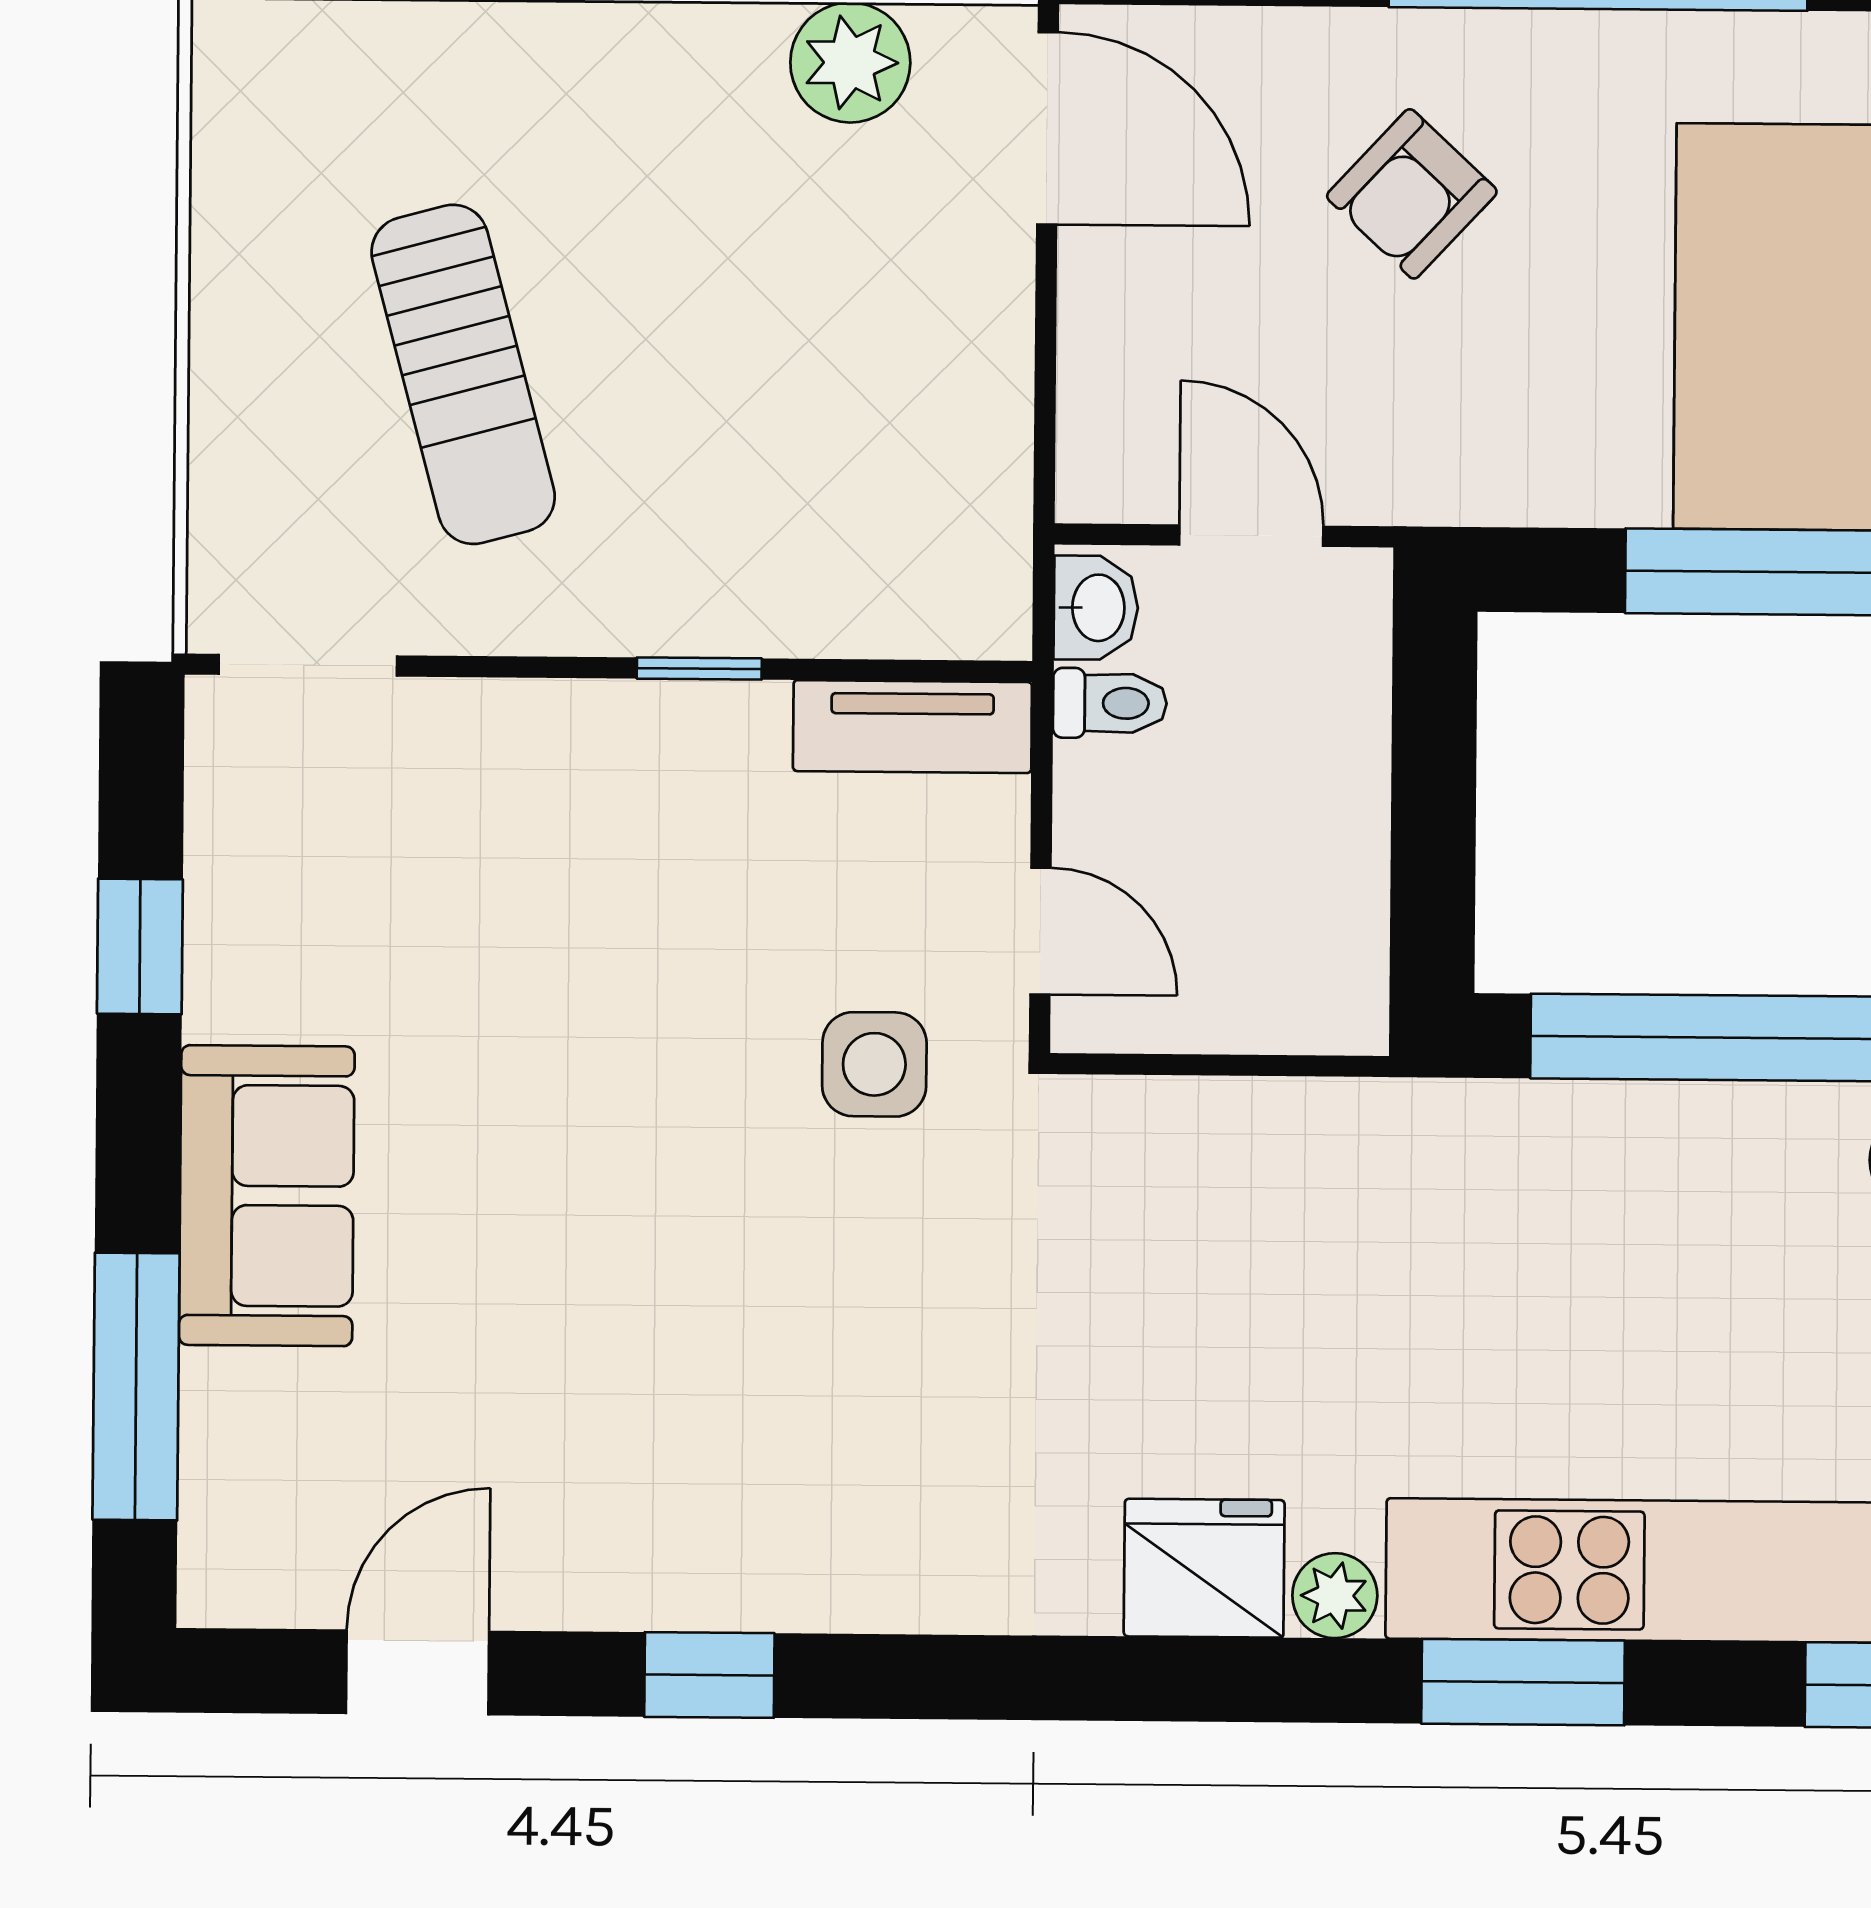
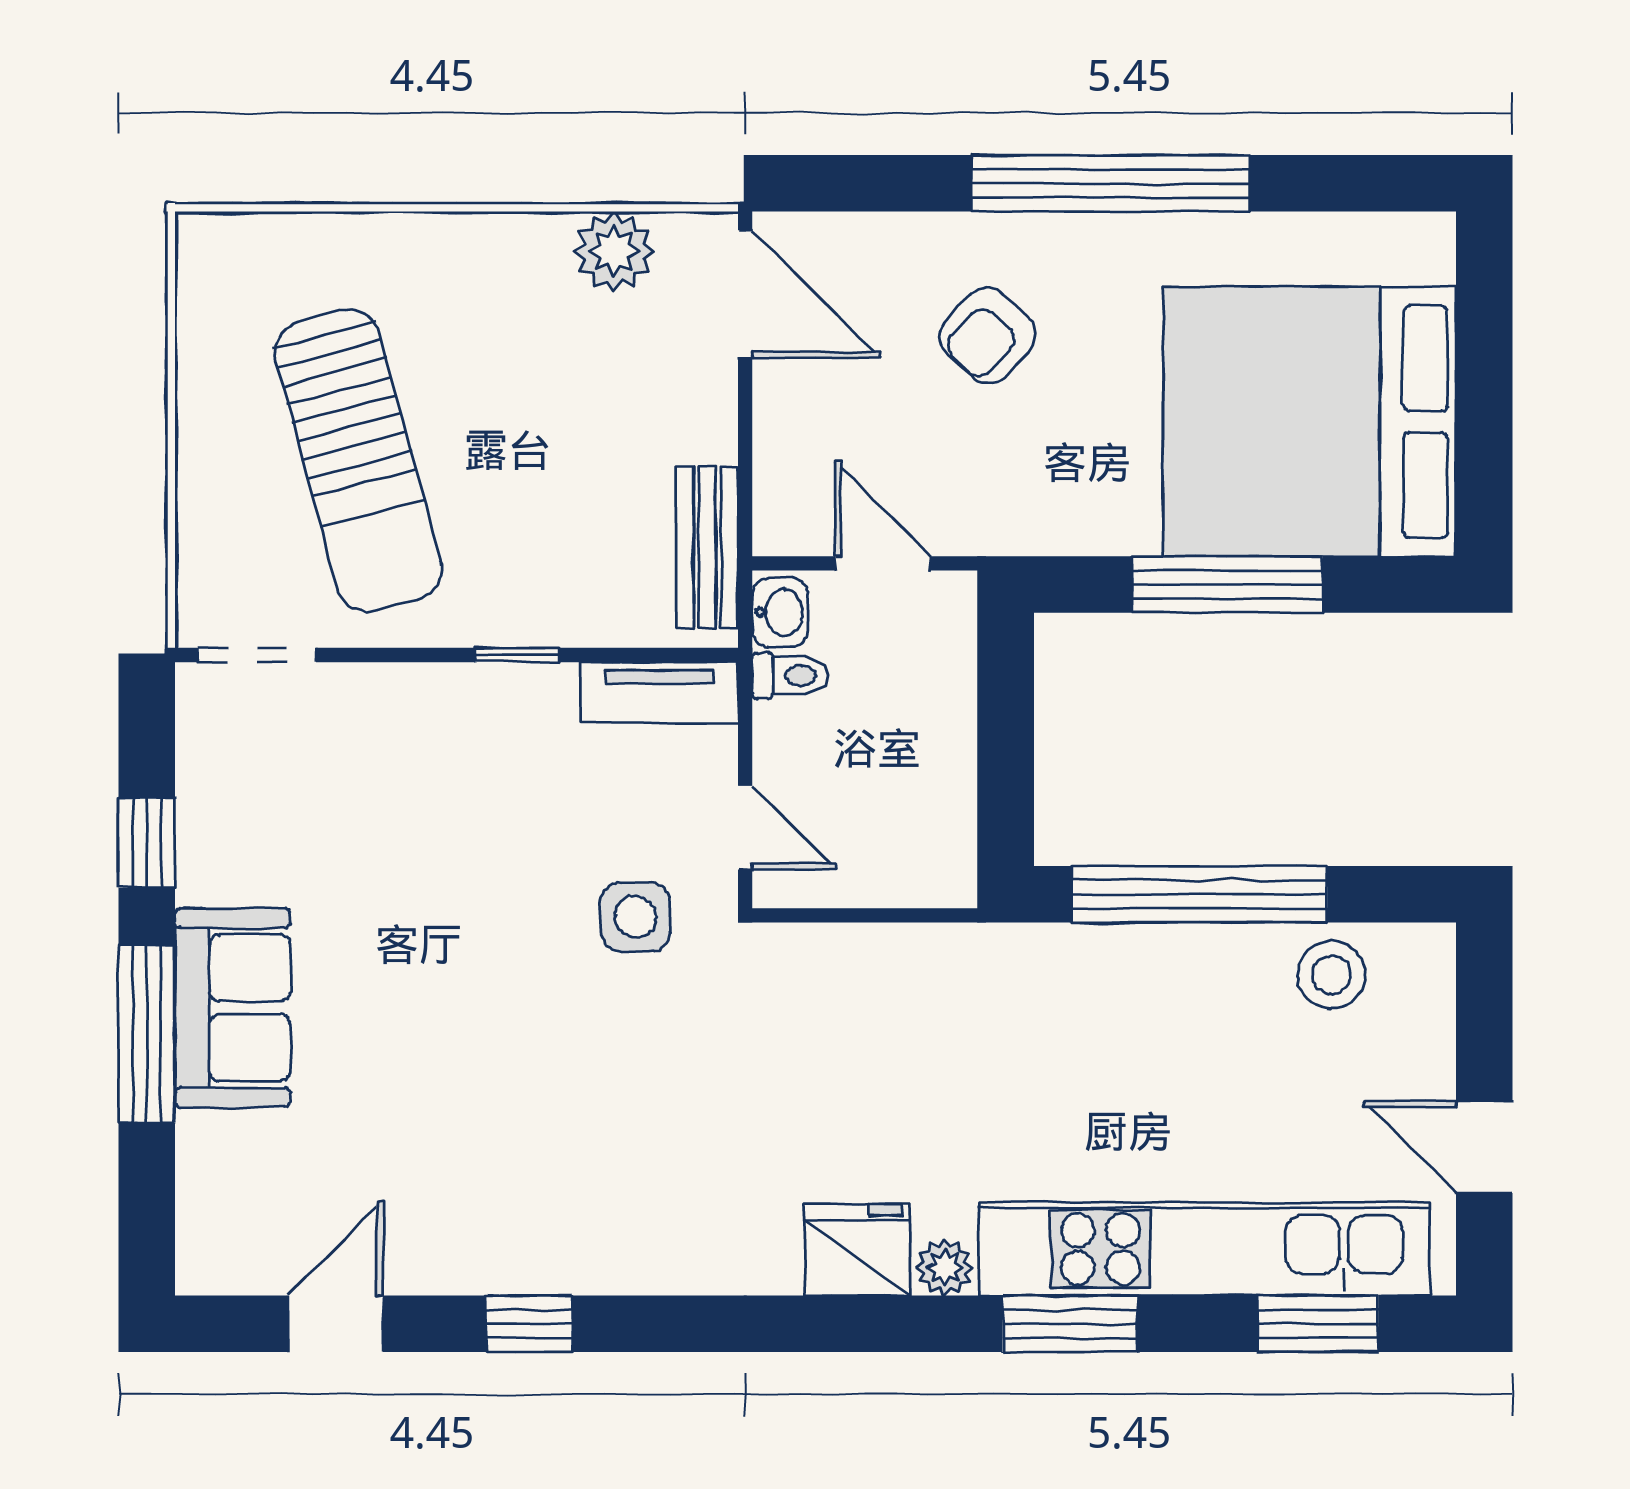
sun lounger: (463, 374) -> (358, 461), width x1.36, depth x1.34
bench: (987, 509) -> (707, 547), added
window: (136, 1387) -> (147, 1034), moved

